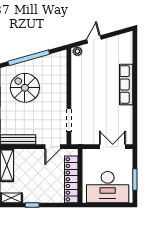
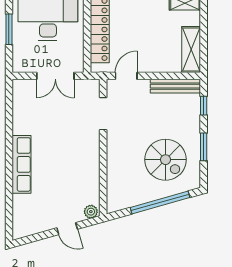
door: (94, 39) -> (67, 229), hinge flipped
double door: (113, 147) -> (55, 76), moved

